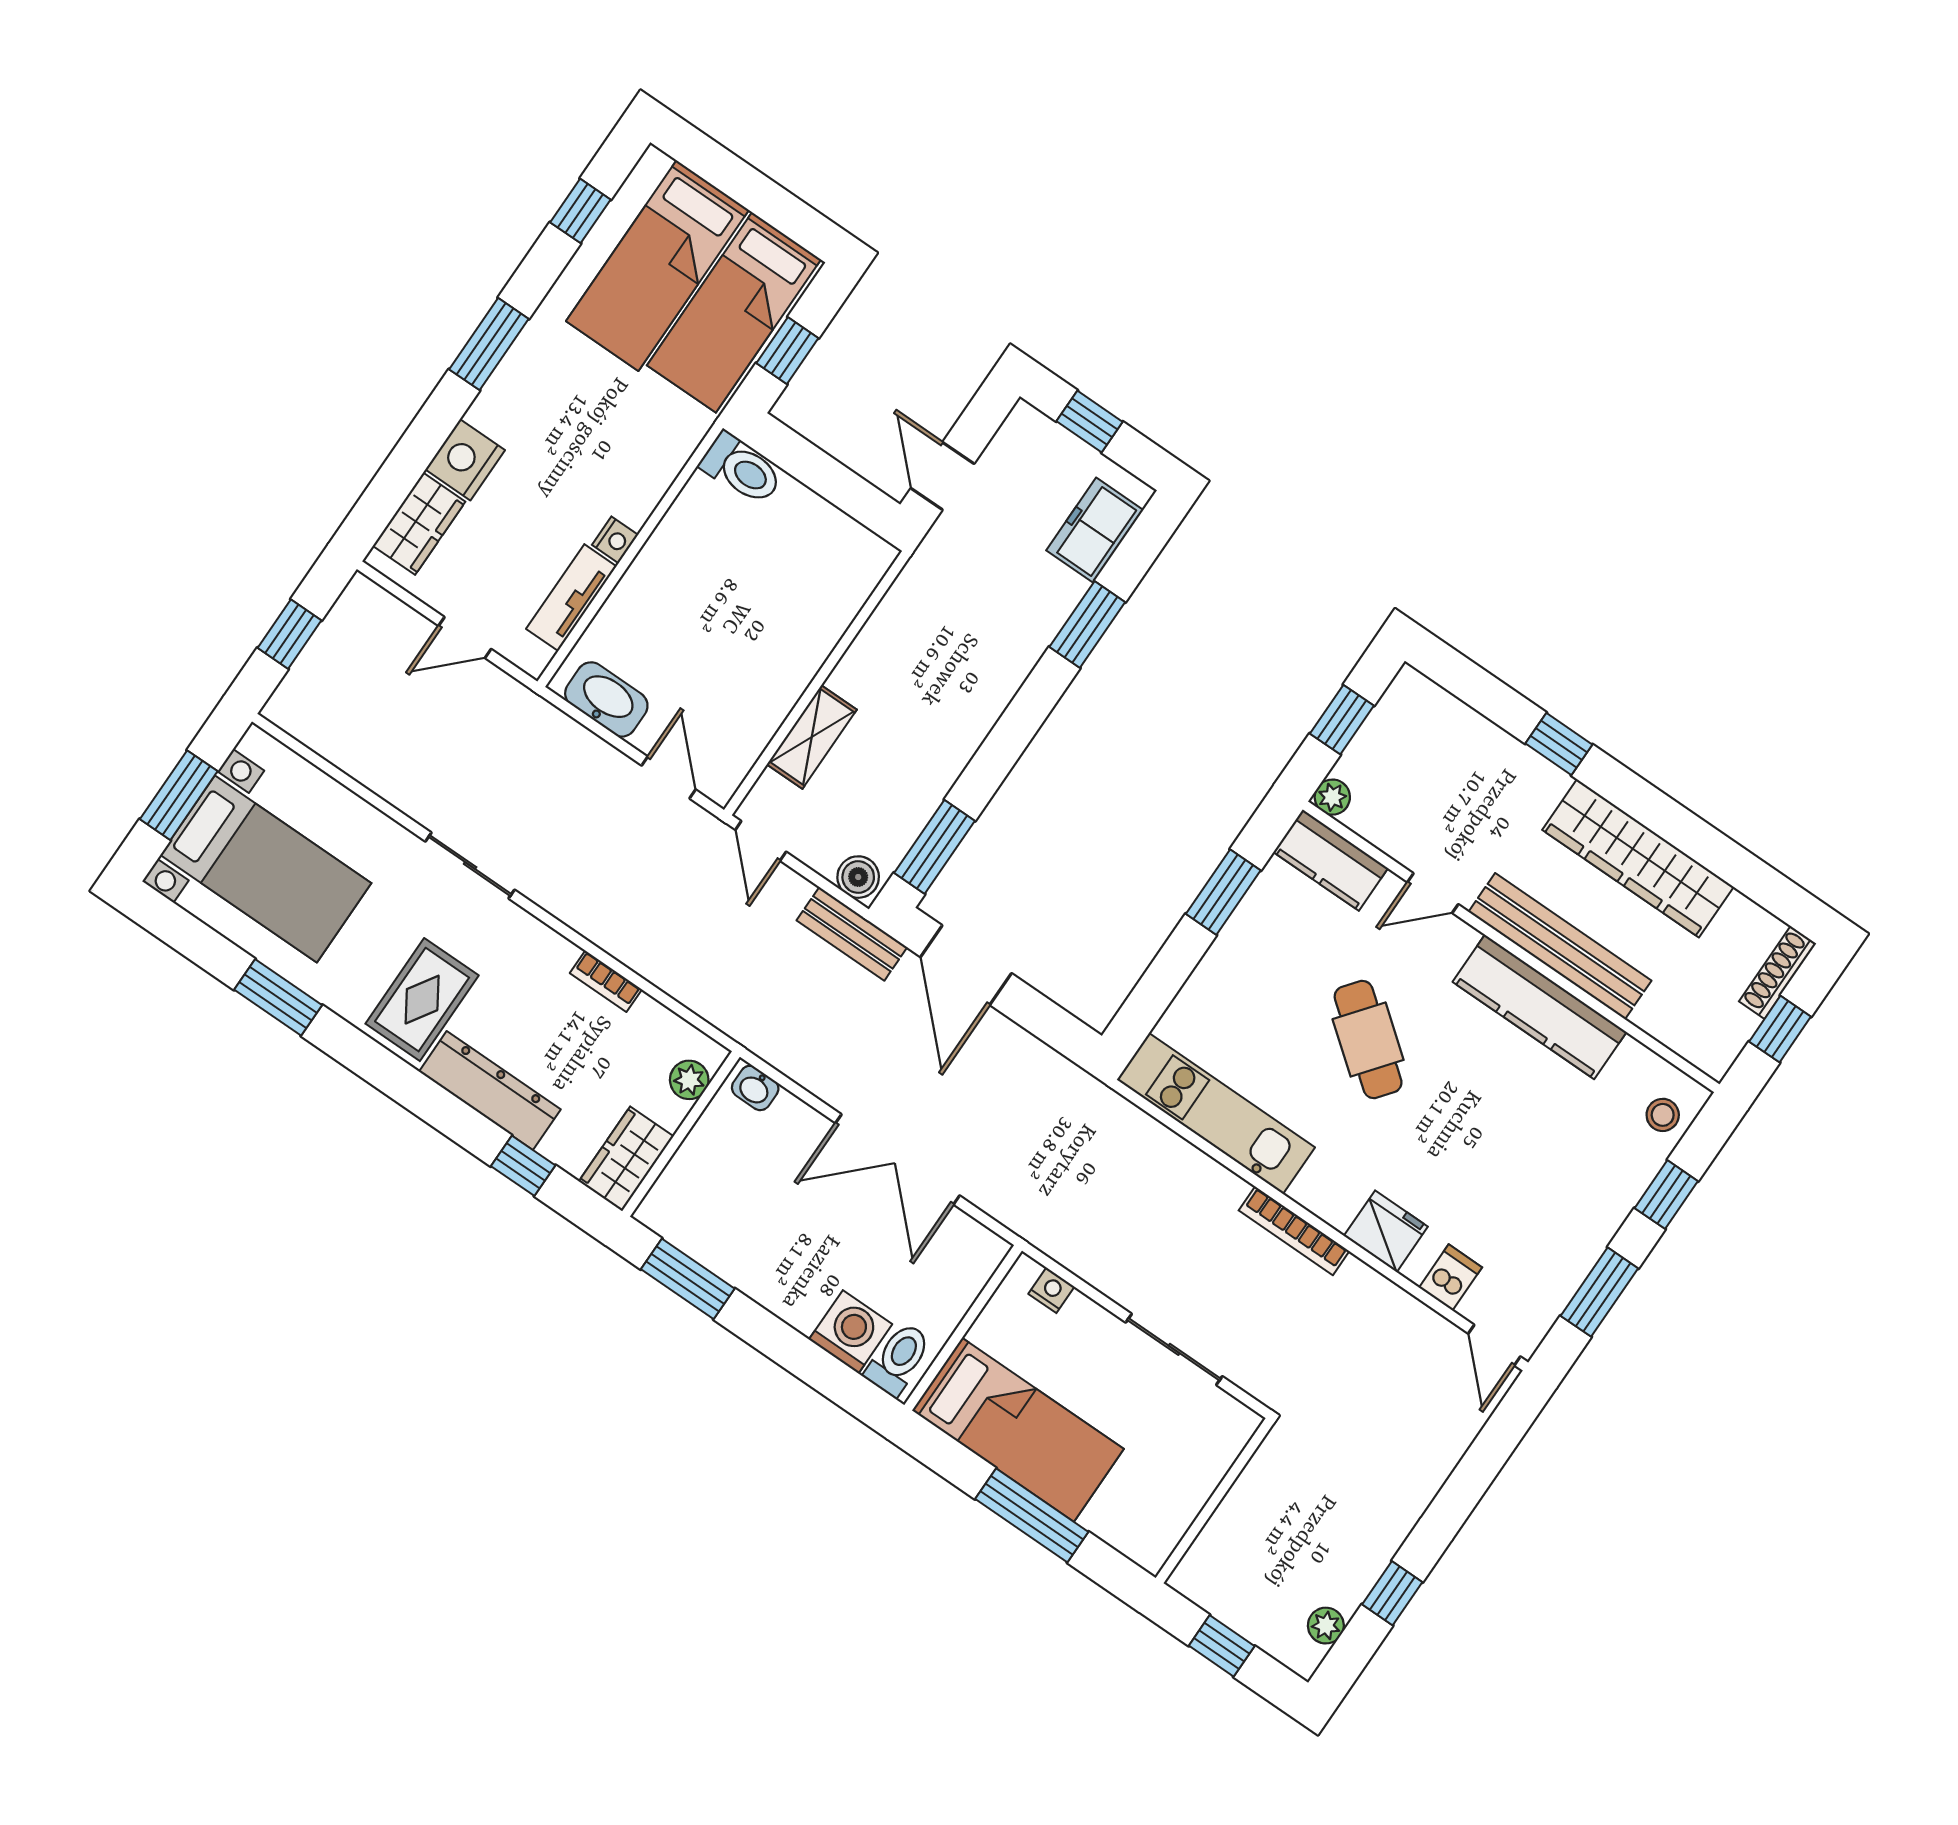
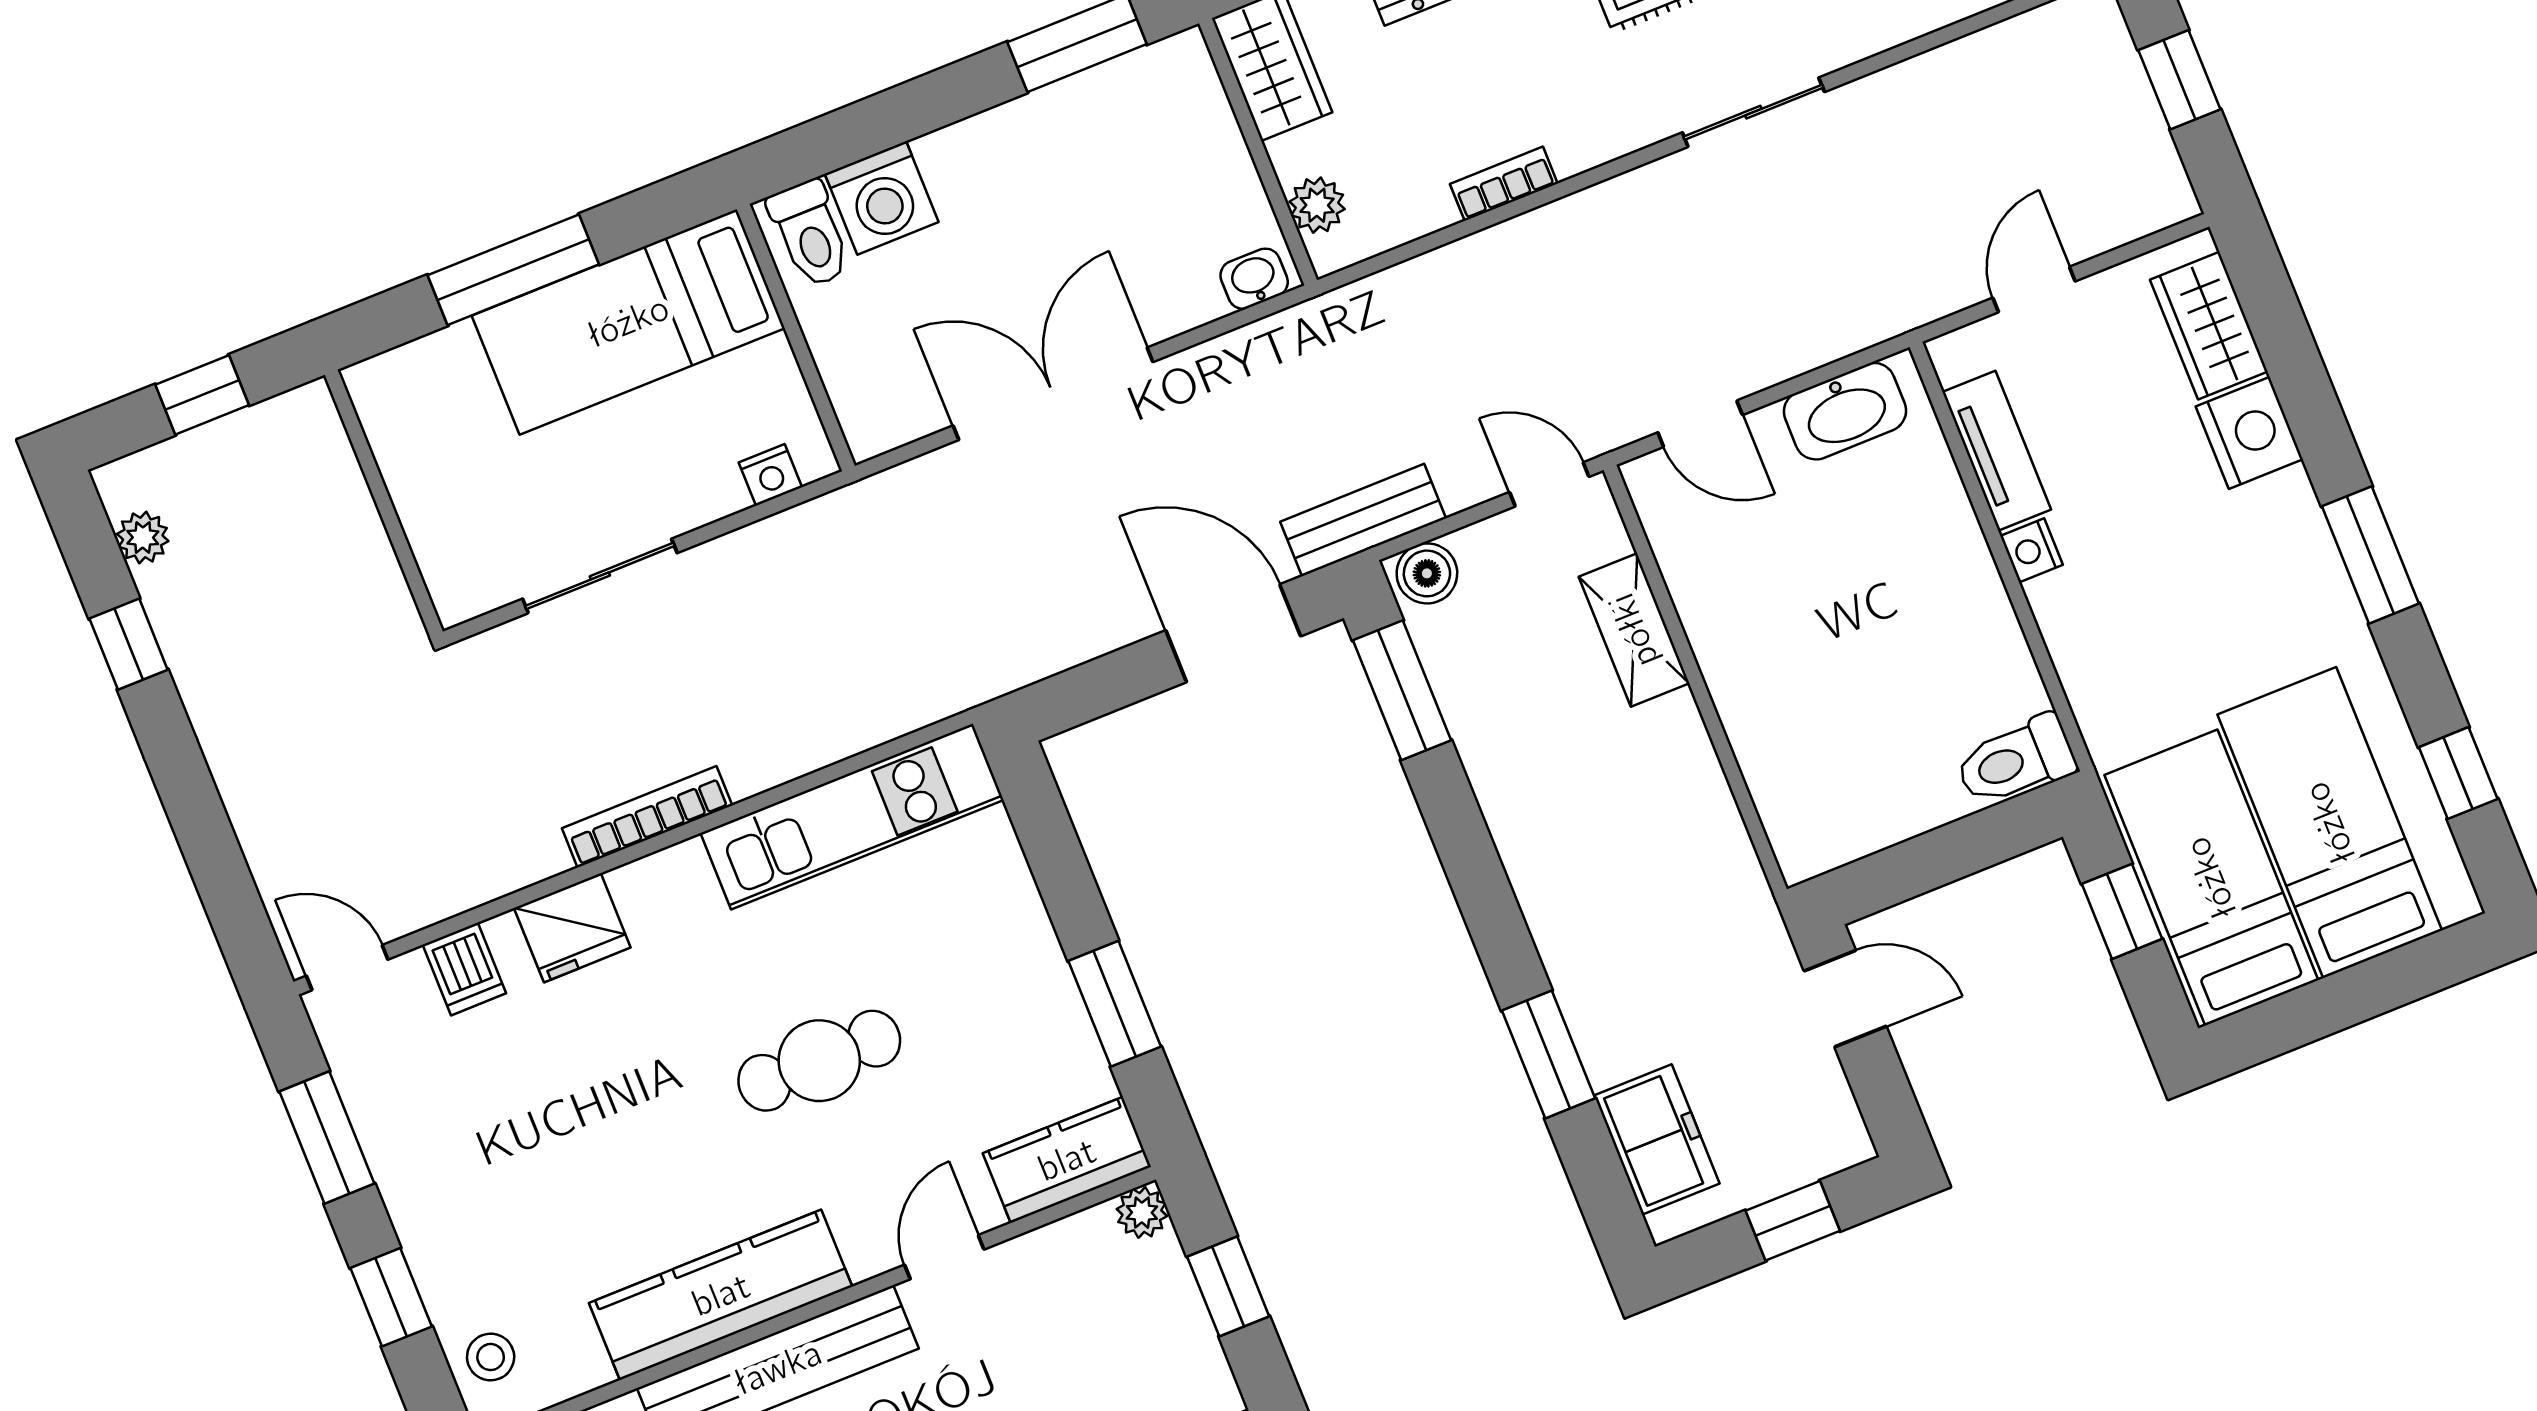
cafe table: (1368, 1040) -> (819, 1061), turned -38

